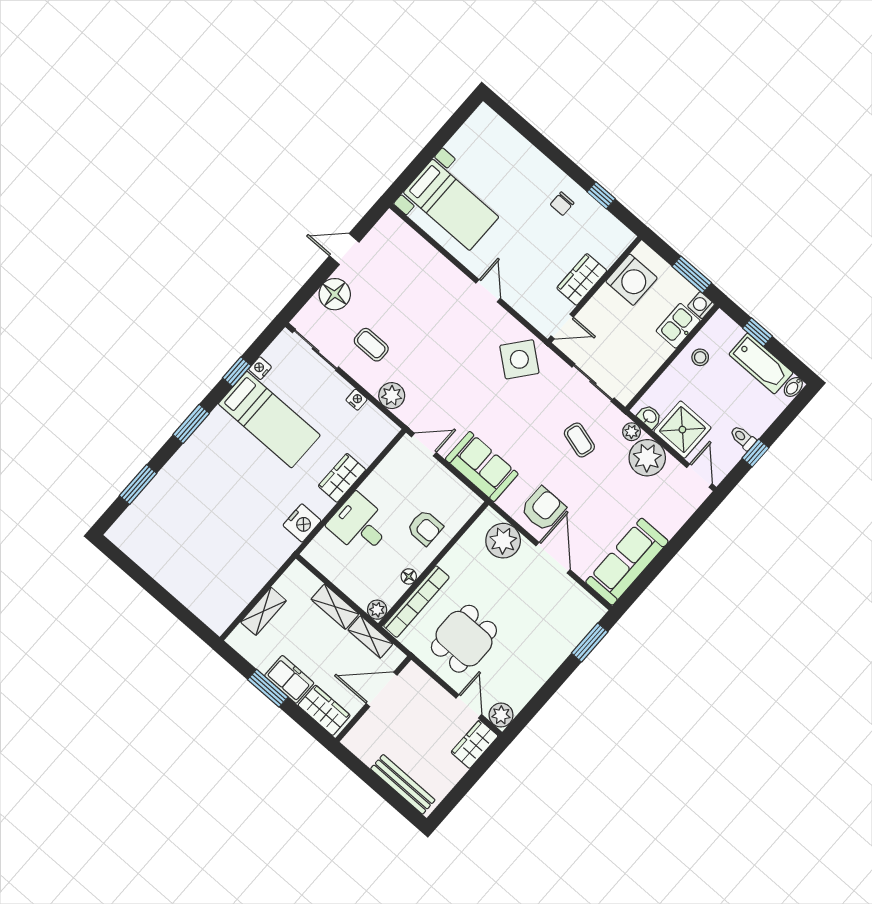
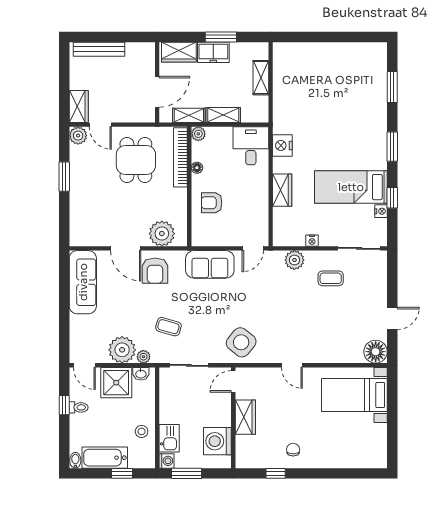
floor lamp: (335, 294) -> (376, 352), moved
desk: (360, 525) -> (251, 146), moved, turned -90
window: (590, 642) -> (64, 177), moved

